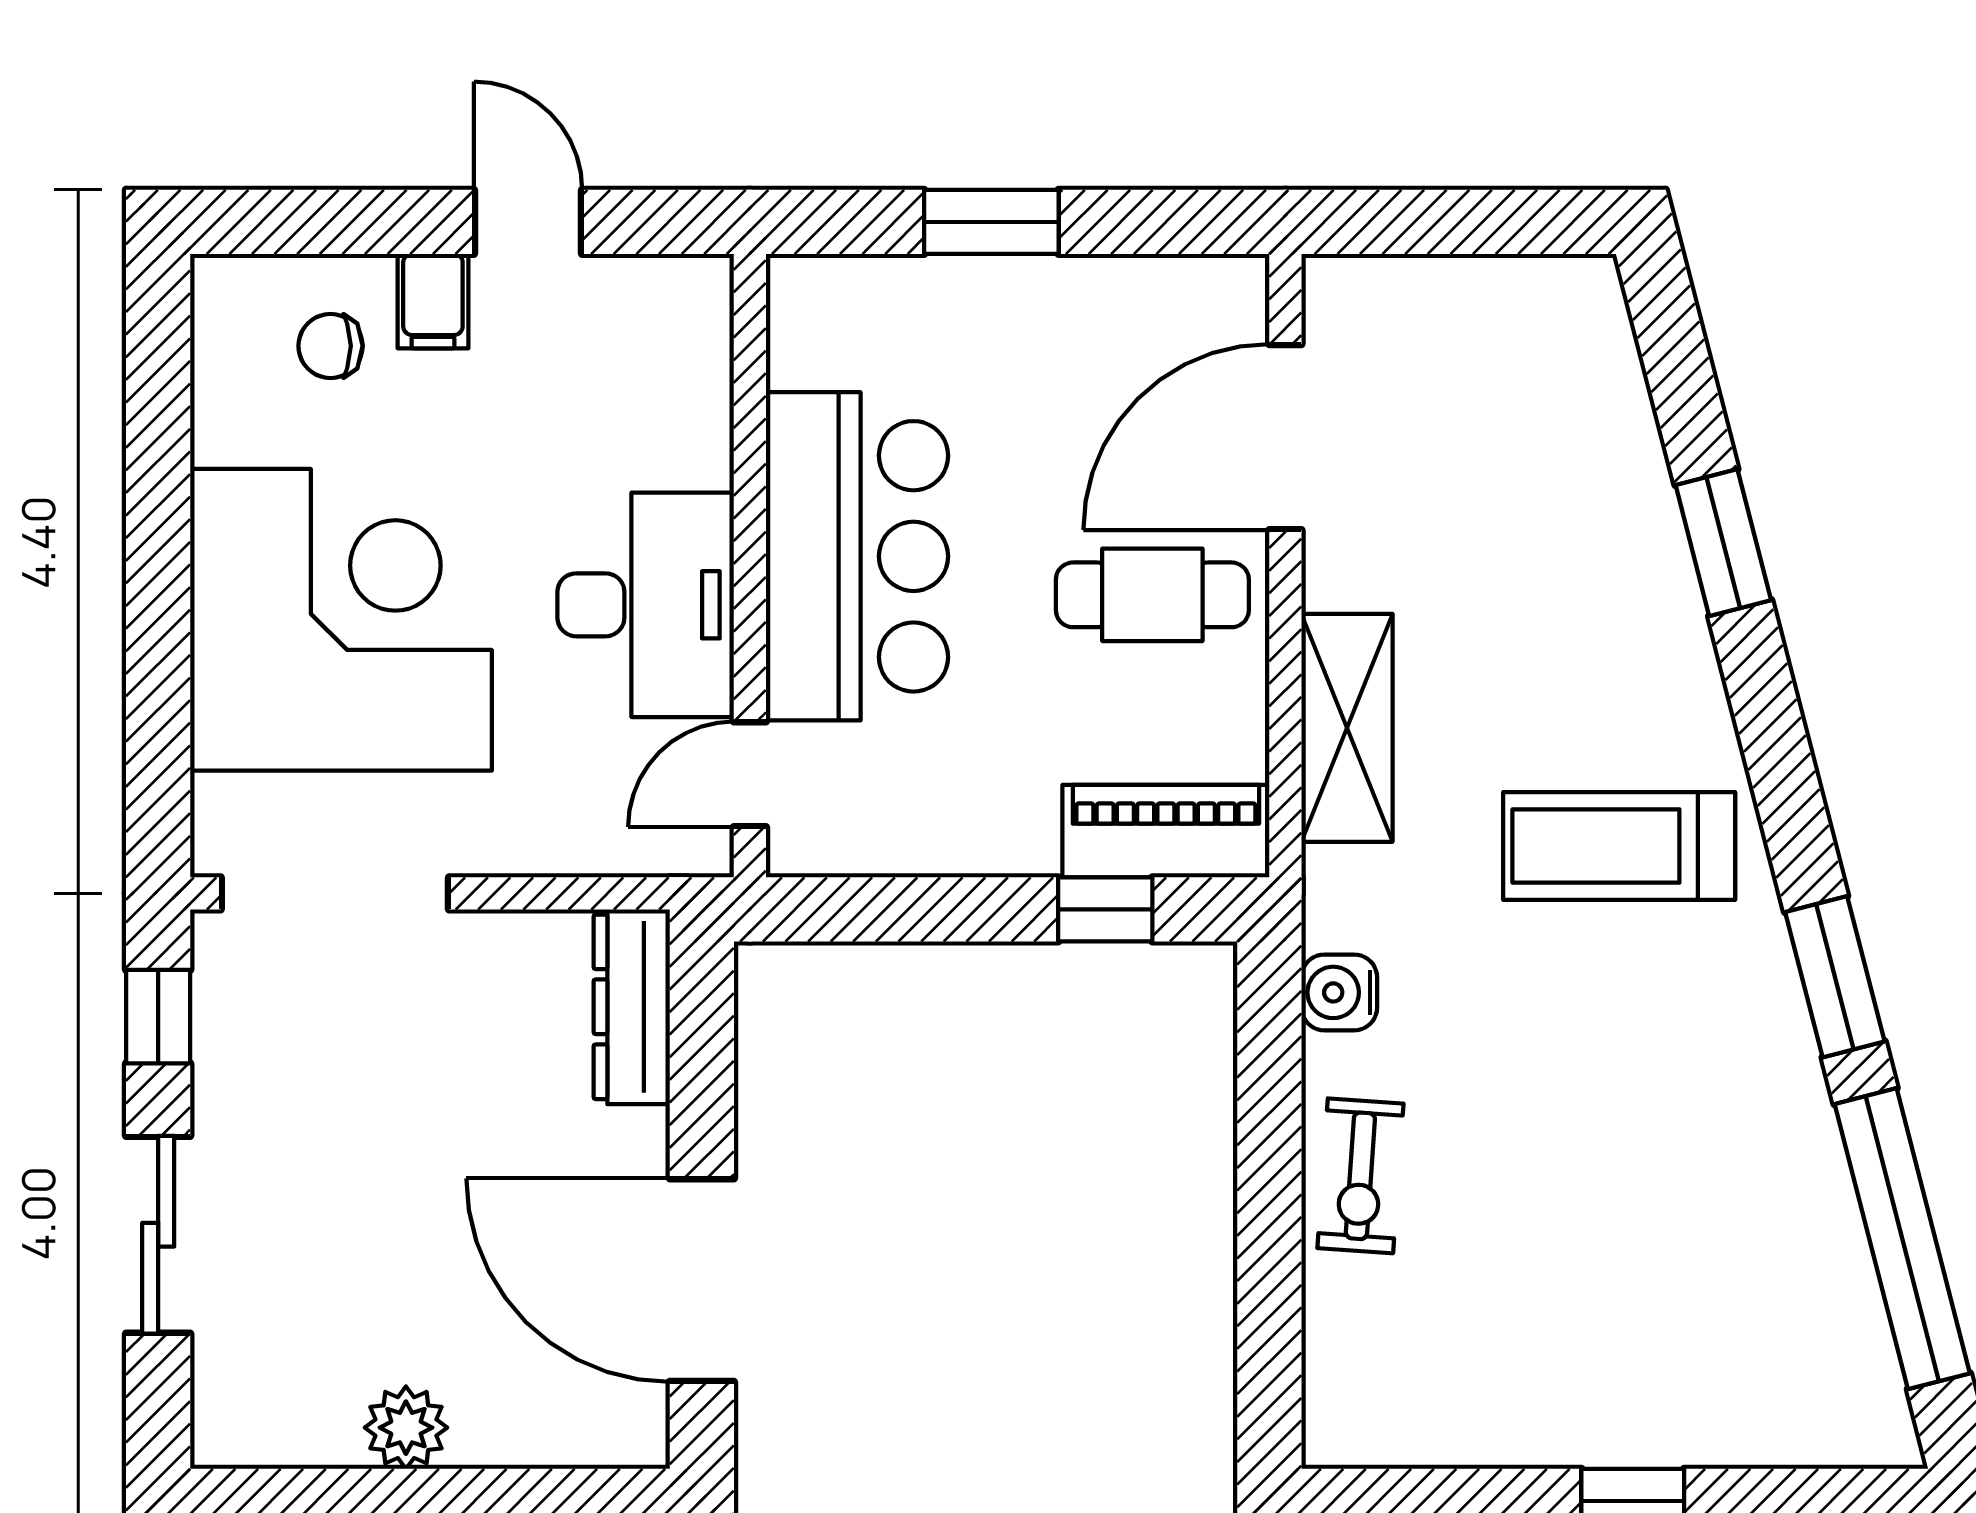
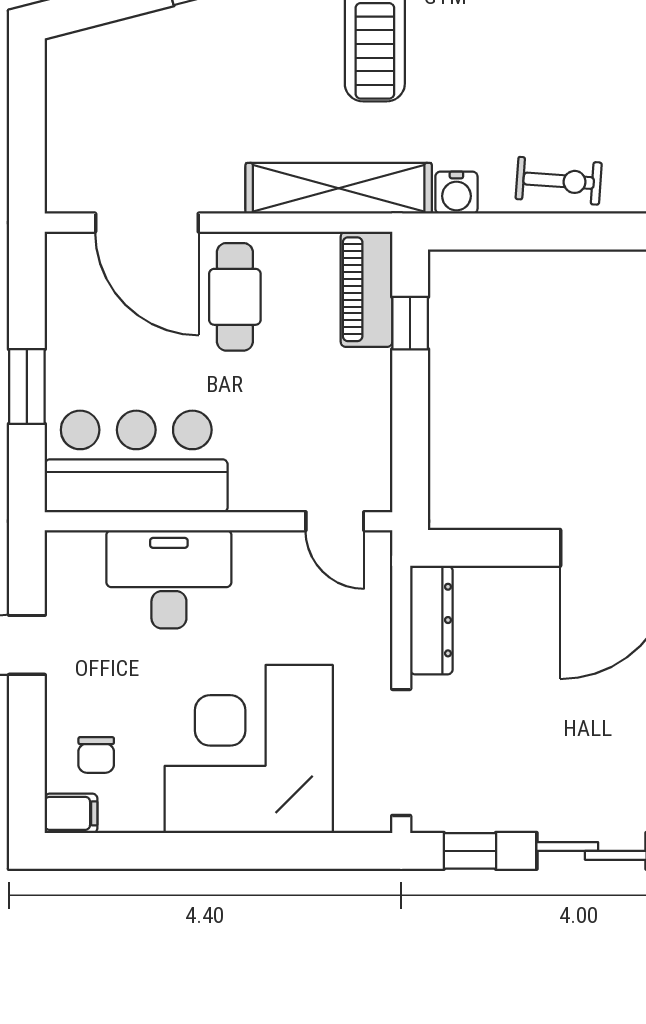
filing cabinet: (433, 301) -> (71, 813), moved
bar counter: (857, 556) -> (136, 461), moved
desk: (646, 605) -> (169, 579), moved
shelving: (1347, 728) -> (339, 188), width x1.47
dresser: (632, 1007) -> (431, 620), moved, turned -90

